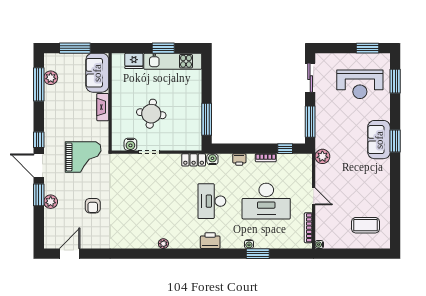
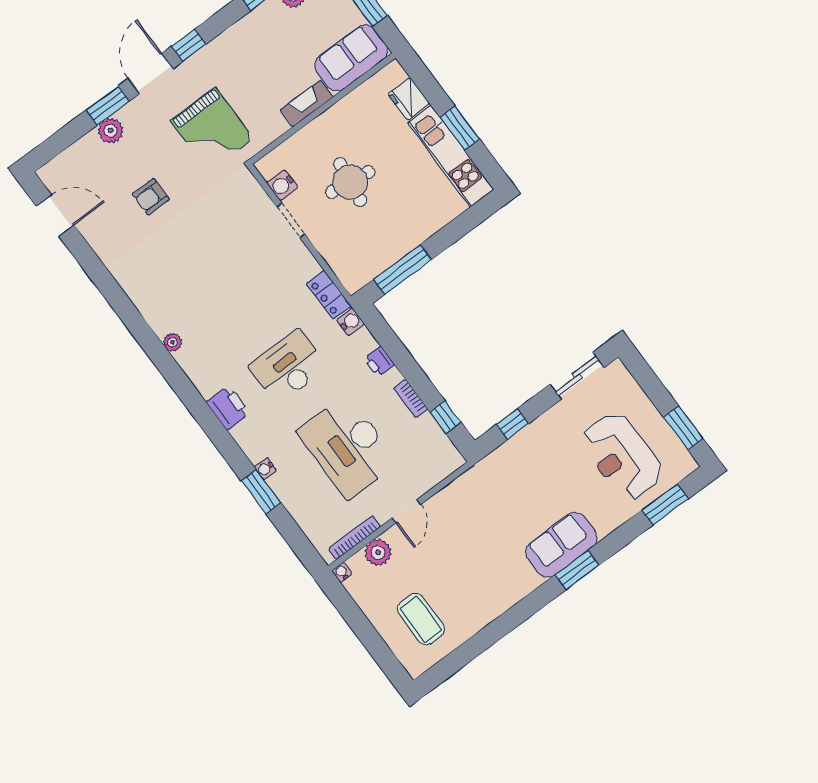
window: (310, 122) -> (512, 424), width x0.46
plant: (322, 156) -> (378, 552), moved

